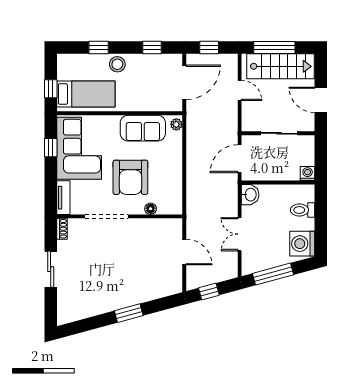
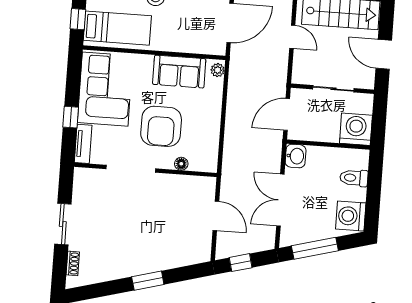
window: (51, 148) -> (71, 117), moved
washing machine: (308, 174) -> (356, 129), width x1.89, depth x1.89
shoe rack: (62, 229) -> (73, 263), moved
double door: (240, 234) -> (280, 200), width x1.37

